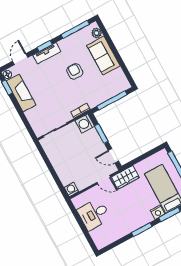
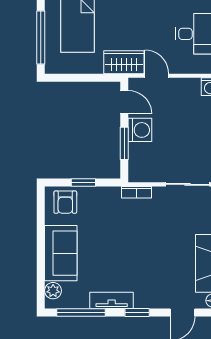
tv unit: (47, 53) -> (112, 300), moved
armchair: (75, 71) -> (65, 202), moved
window: (112, 100) -> (83, 182), width x0.46
washing machine: (85, 123) -> (140, 130), moved

